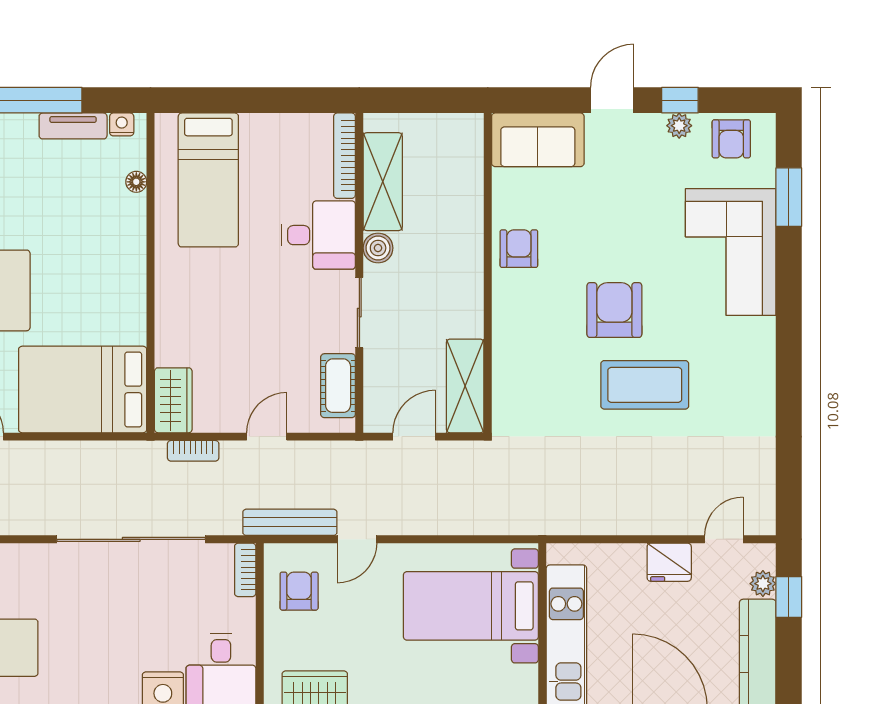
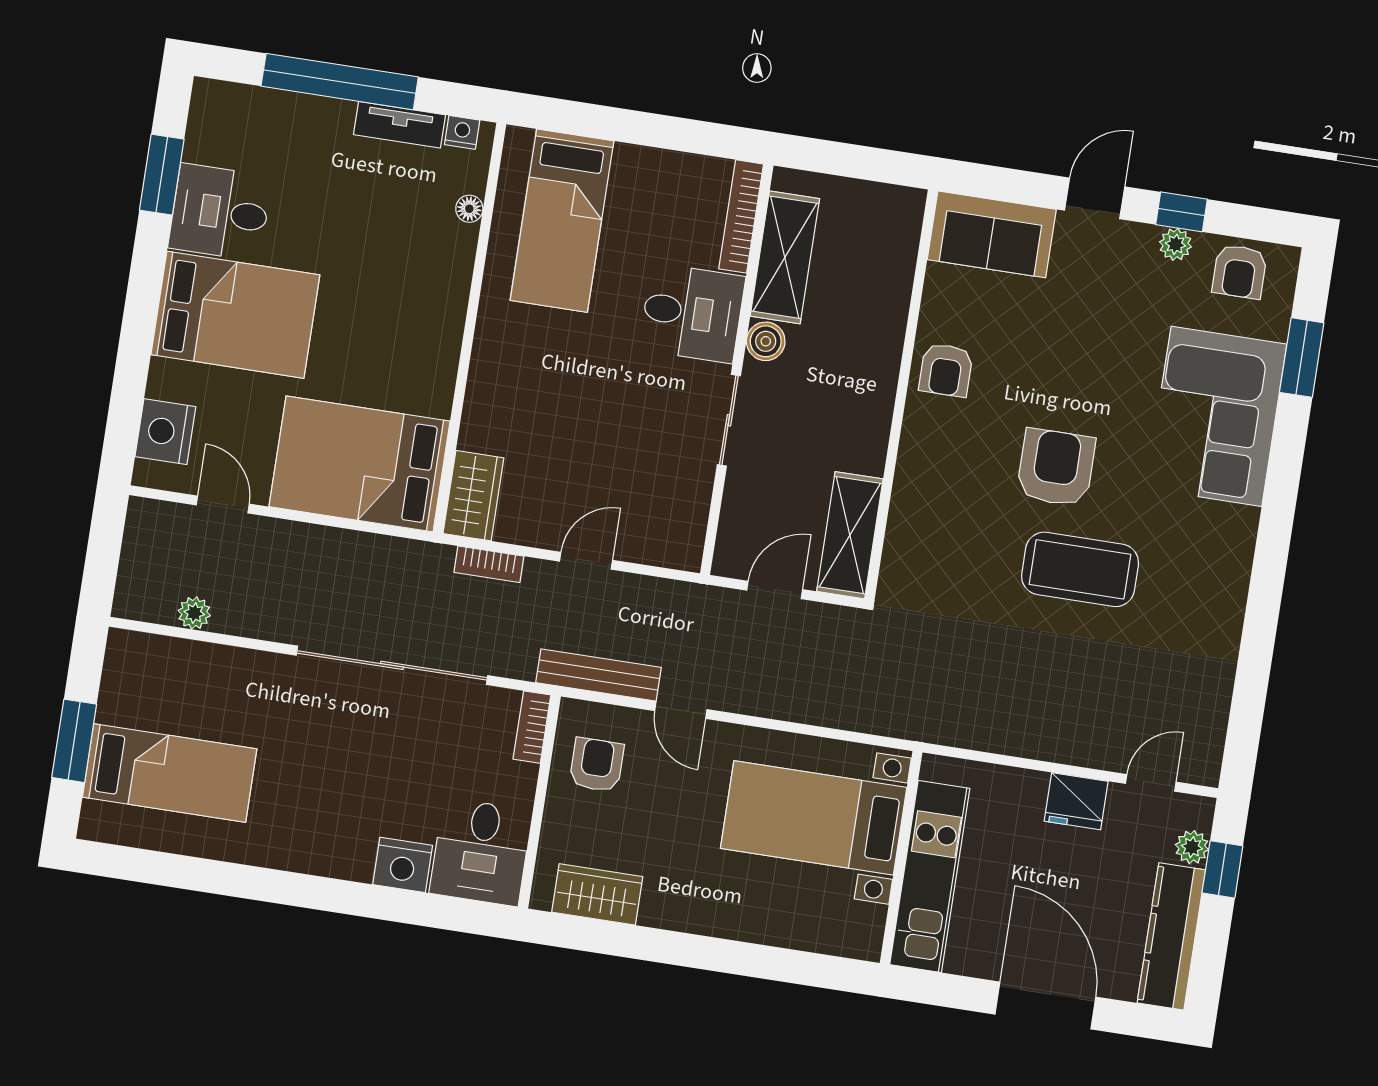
armchair: (519, 249) -> (946, 370), turned 180
cot: (338, 386) -> (687, 510), removed
door: (357, 539) -> (681, 710), hinge flipped

